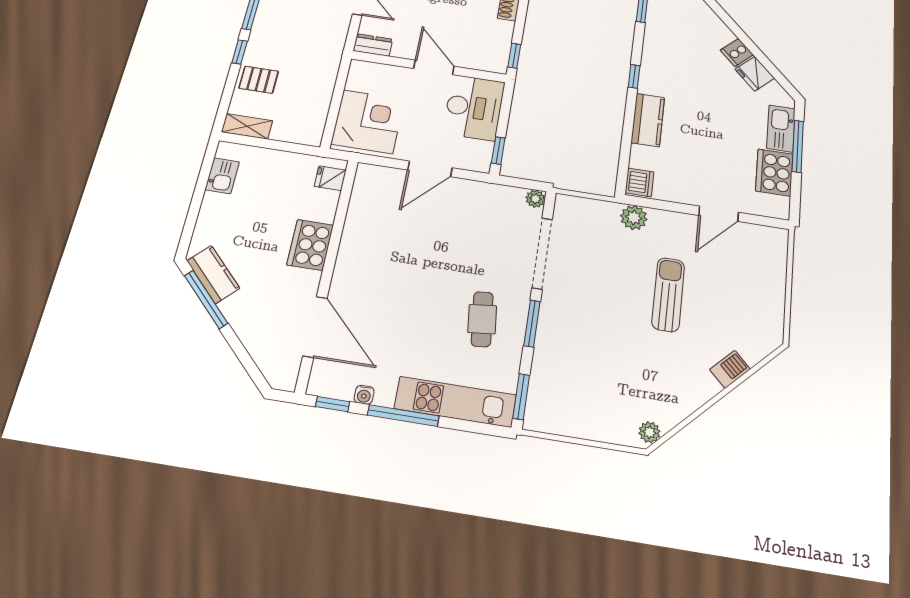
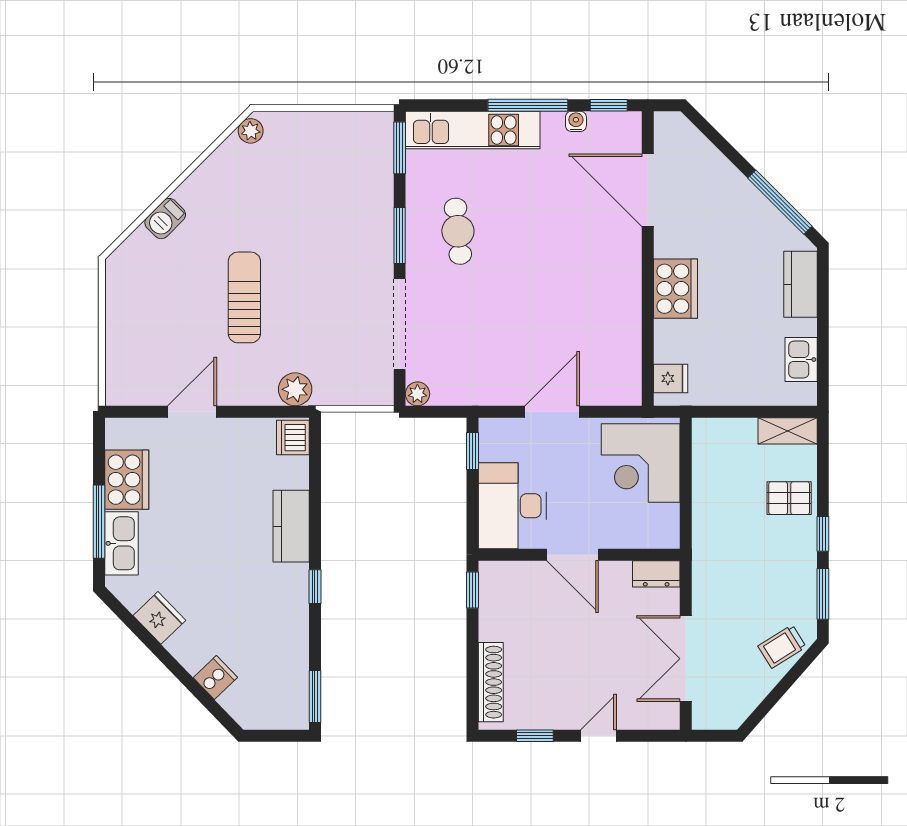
cooker: (737, 52) -> (215, 678), moved
kitchen counter: (213, 274) -> (800, 284), moved, turned 45
sun lounger: (668, 295) -> (244, 297), turned 180

